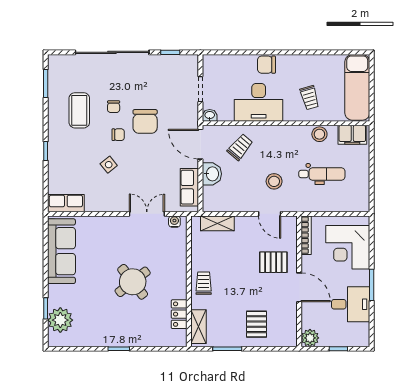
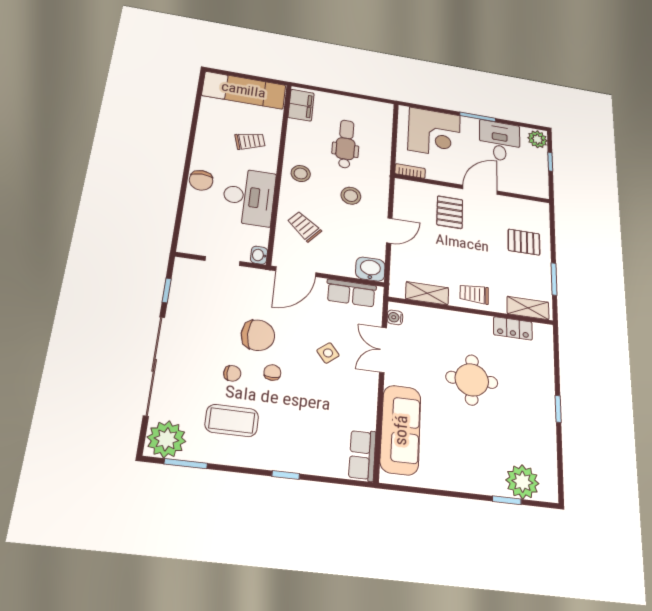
plant: (61, 68) -> (166, 439), added
stool: (319, 134) -> (301, 173), moved
side table: (109, 165) -> (328, 353), moved
washbasin: (212, 174) -> (370, 269), moved
door: (270, 214) -> (389, 231), moved
shelving: (217, 223) -> (427, 293), moved, turned 90
bookcase: (306, 235) -> (410, 171), width x0.64
sofa: (61, 251) -> (401, 430), moved, turned 90
round table: (133, 282) -> (472, 380), turned 38
plant: (310, 338) -> (537, 139), moved

